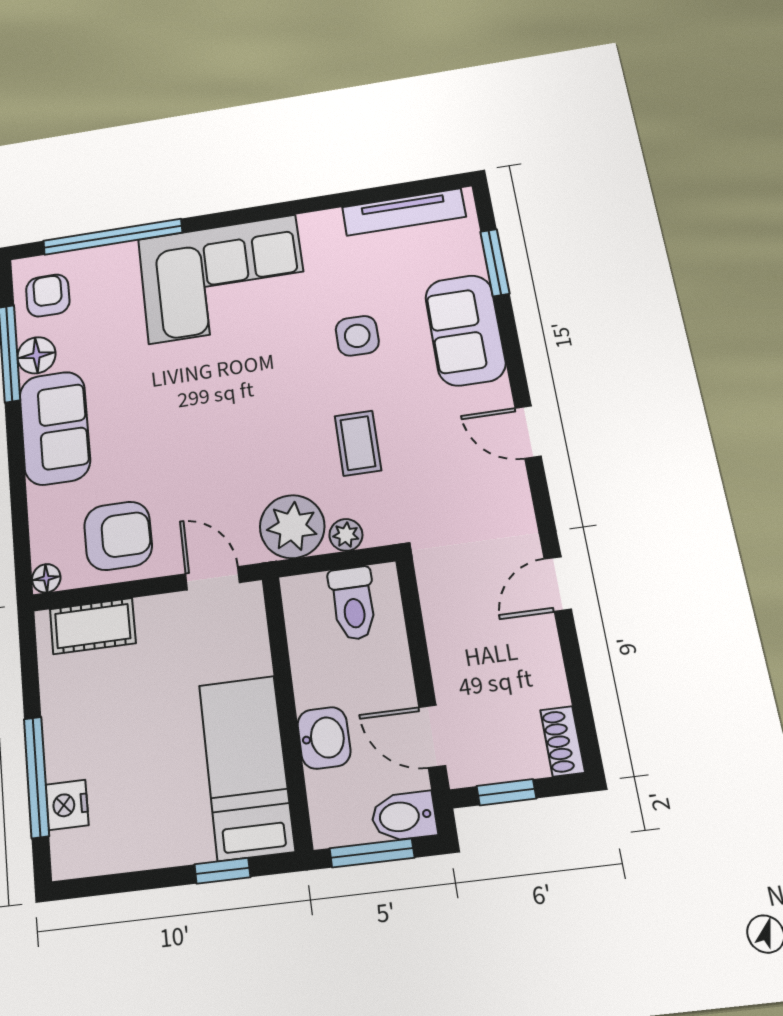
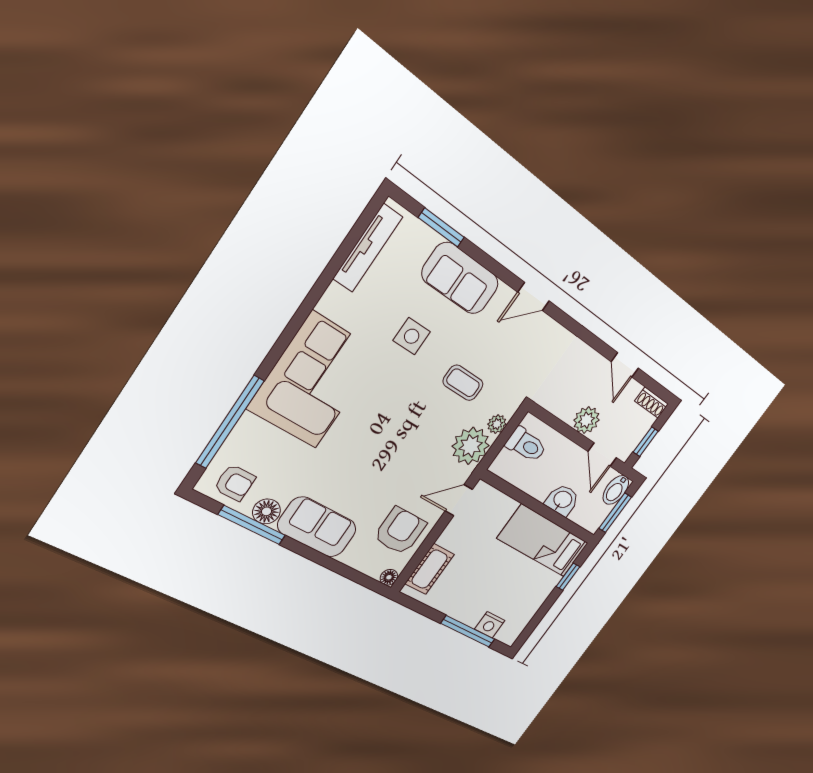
armchair: (48, 295) -> (235, 483), turned 180
door: (558, 584) -> (625, 365), moved
plant: (455, 660) -> (586, 420), added
door: (432, 736) -> (602, 455), hinge flipped

